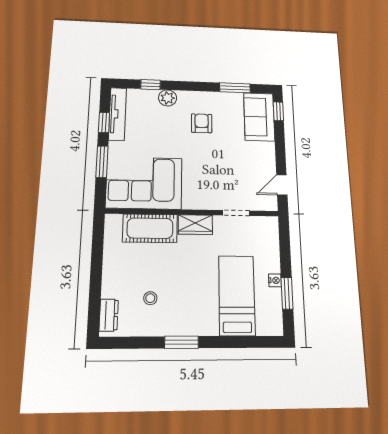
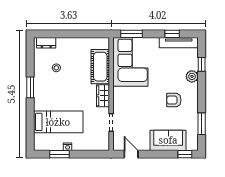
sofa: (259, 117) -> (168, 140), moved
armchair: (202, 123) -> (174, 100), turned 180
window: (102, 162) -> (131, 34), moved

